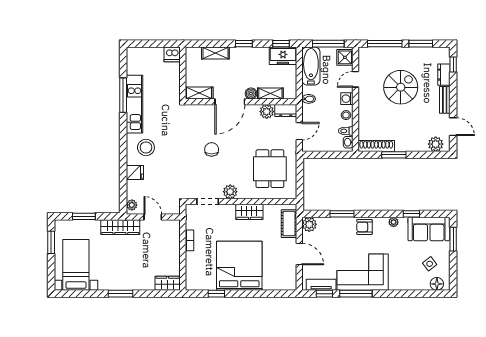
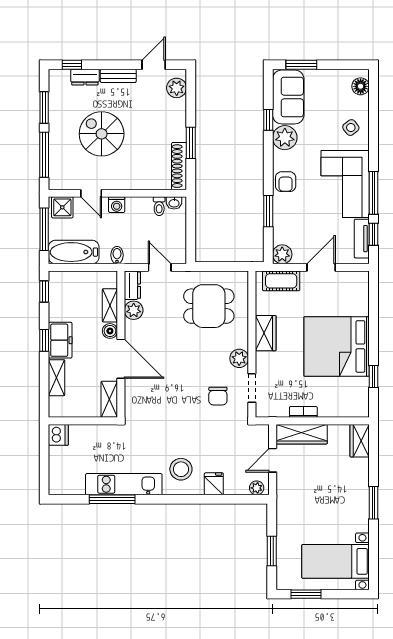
freezer: (283, 56) -> (60, 340), moved
stool: (346, 115) -> (138, 206), removed
chair: (212, 149) -> (218, 396), moved, turned -90
plant: (394, 222) -> (285, 138), width x1.88, depth x1.88
wardrobe: (120, 227) -> (302, 434), moved, turned 90
side table: (430, 264) -> (351, 128), moved

